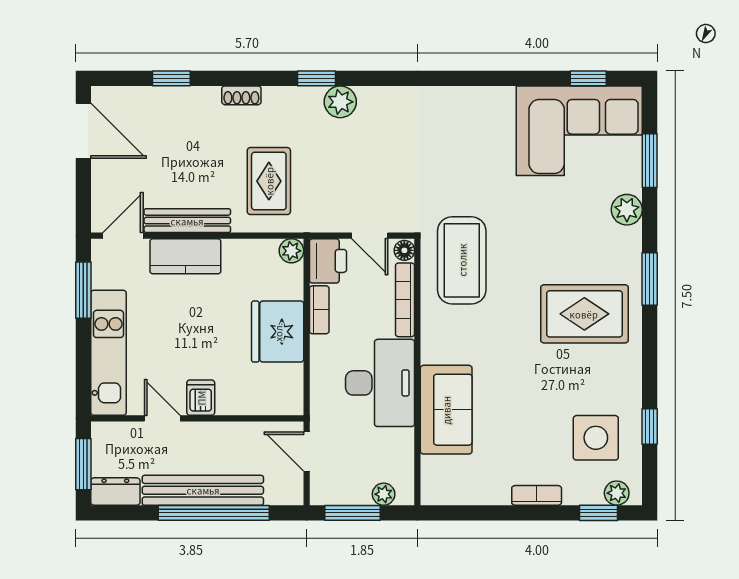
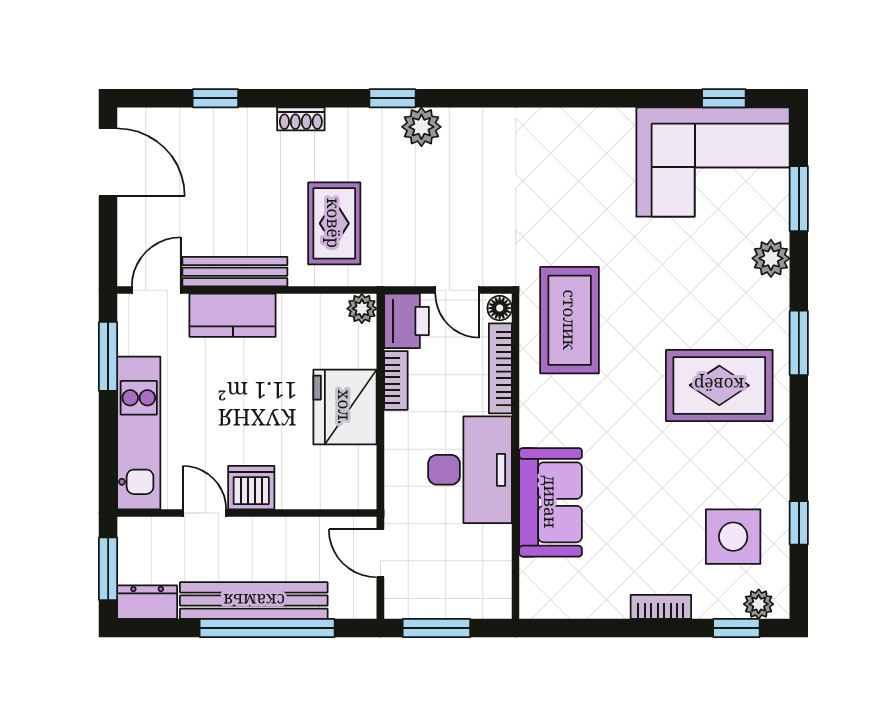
dishwasher: (201, 398) -> (251, 488), width x1.38
plant: (384, 494) -> (474, 605), removed

